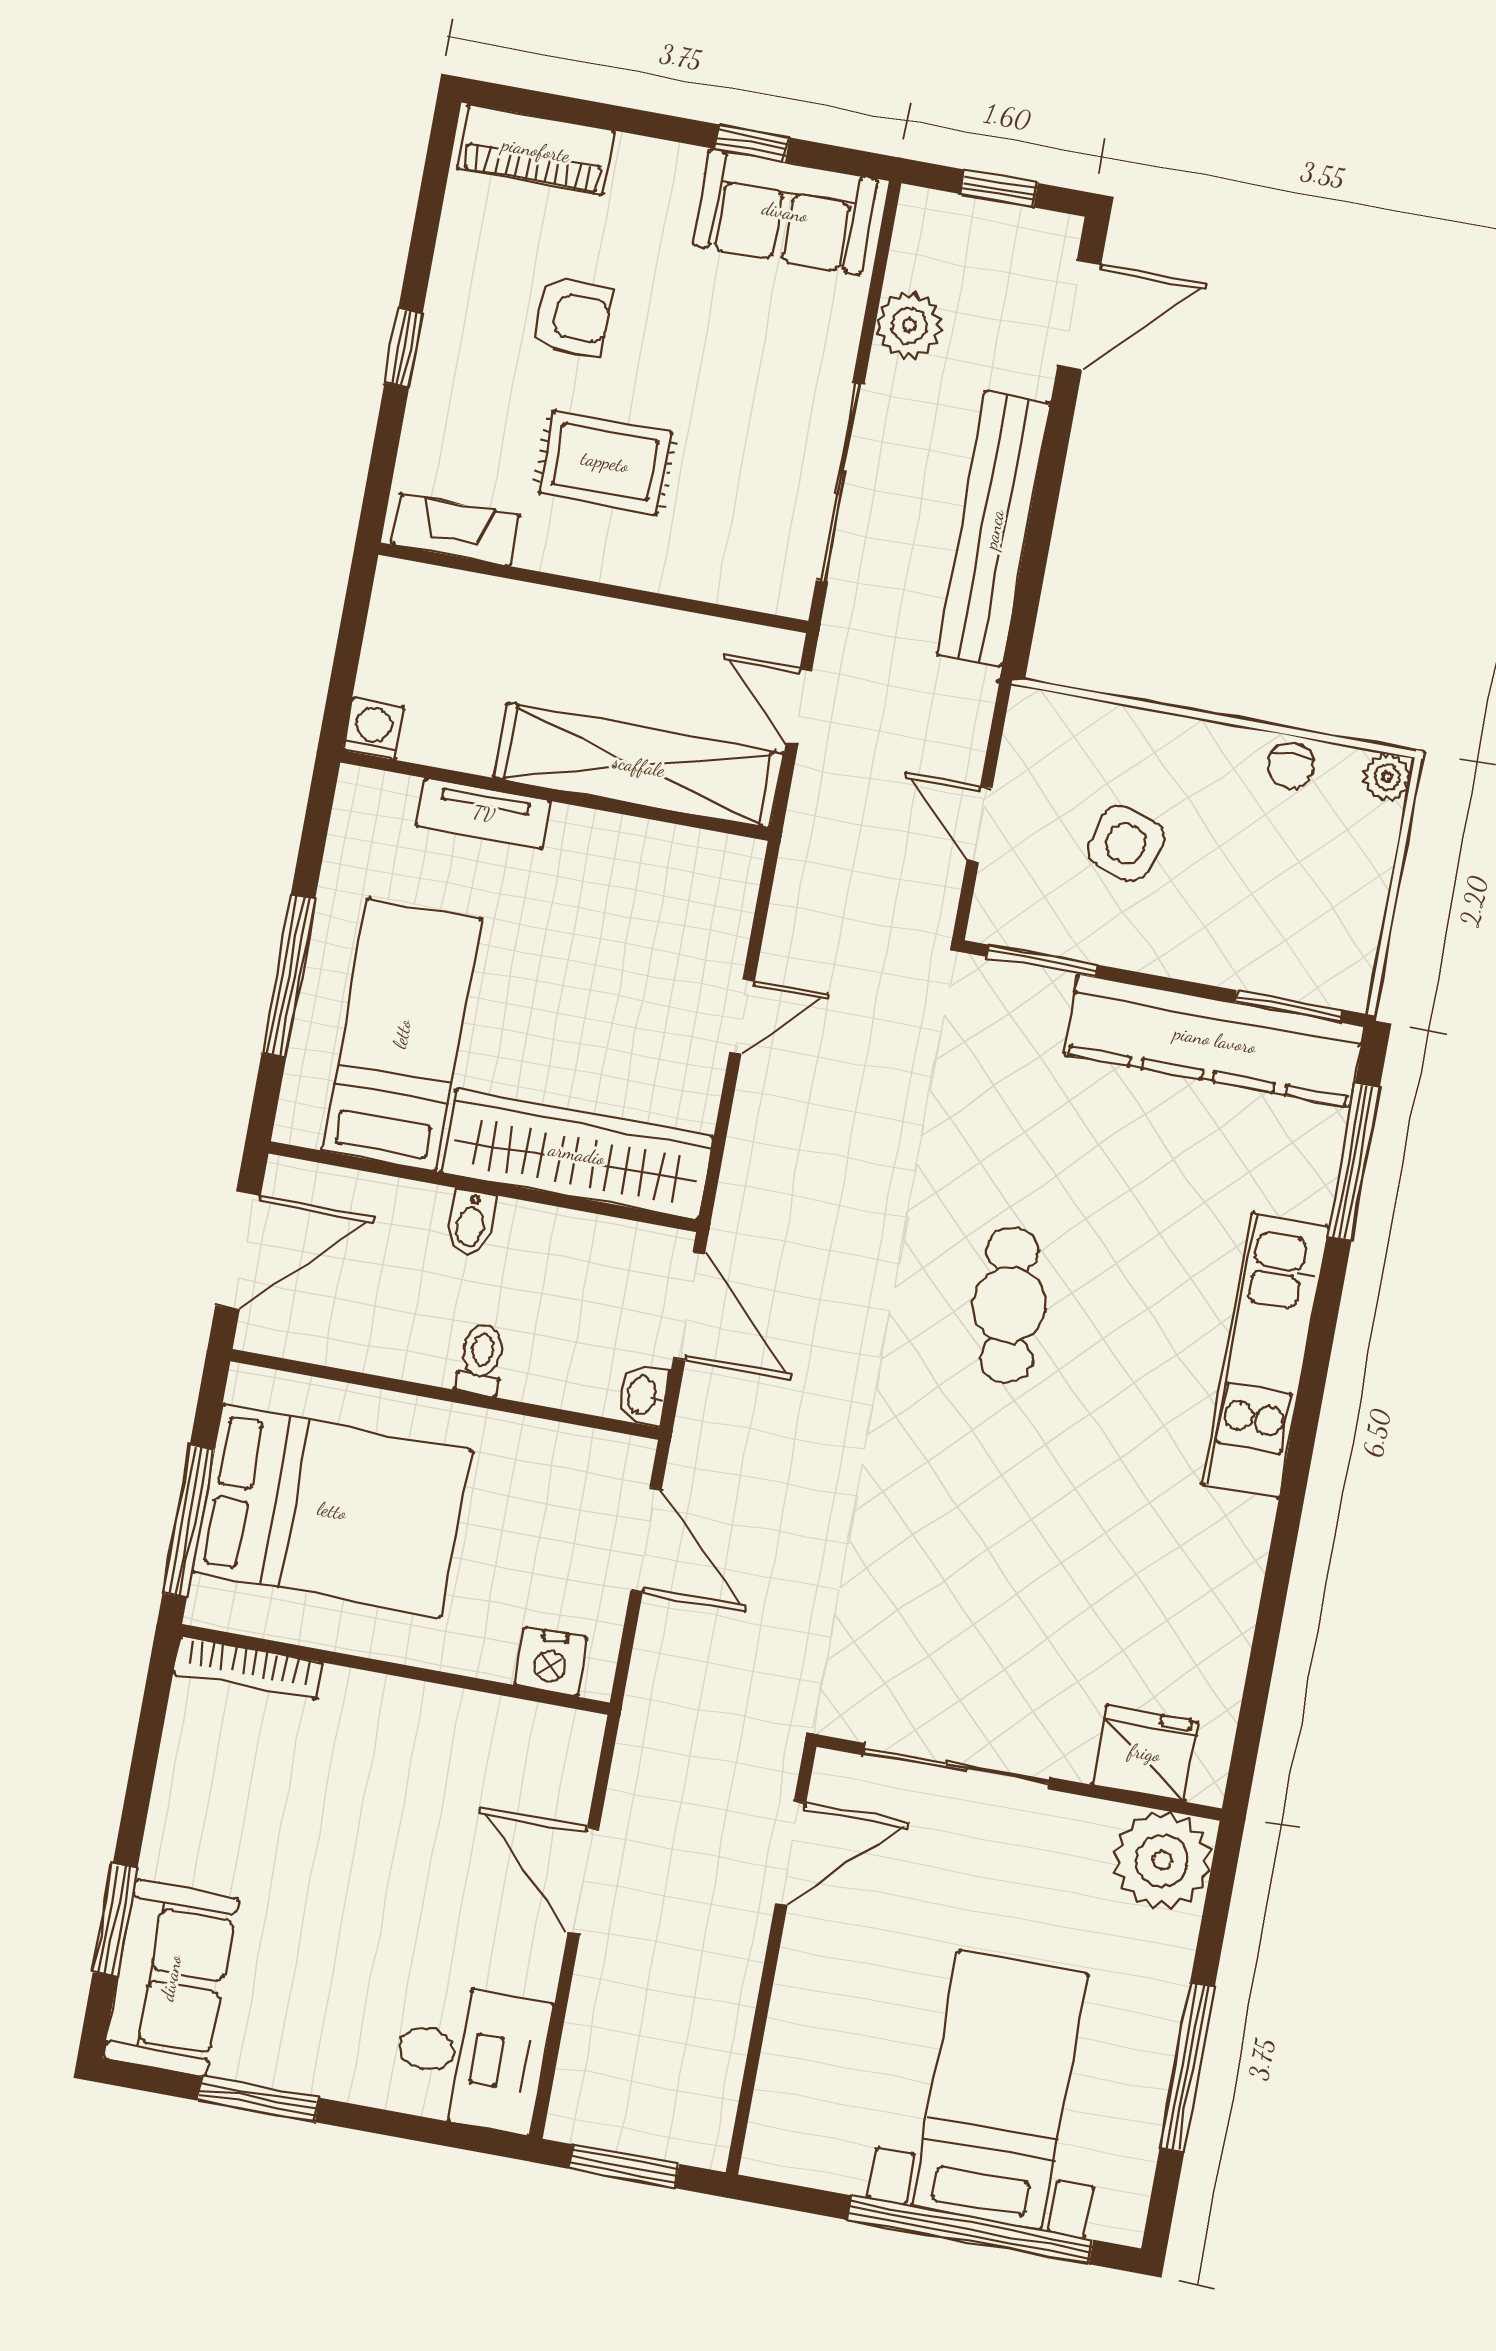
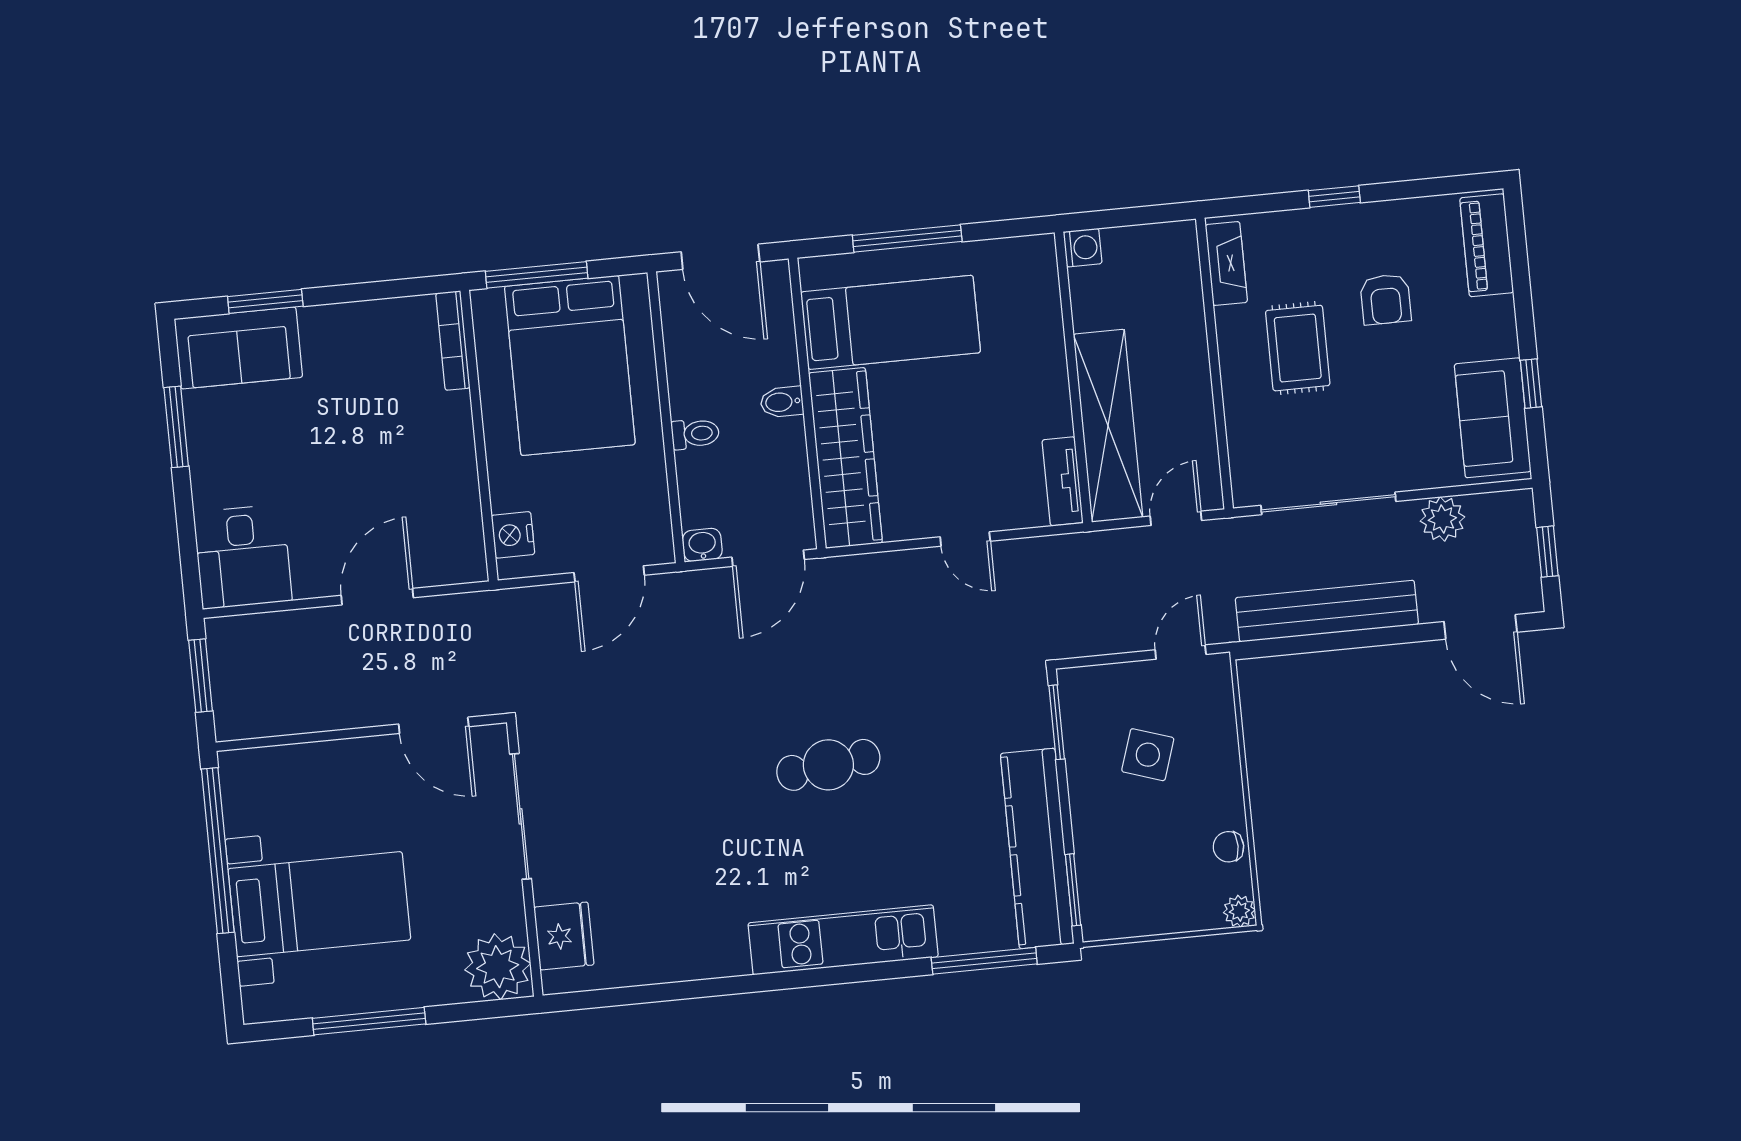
tv unit: (484, 814) -> (1063, 481), moved
door: (980, 824) -> (1181, 652), moved
window: (970, 2230) -> (218, 851), moved

